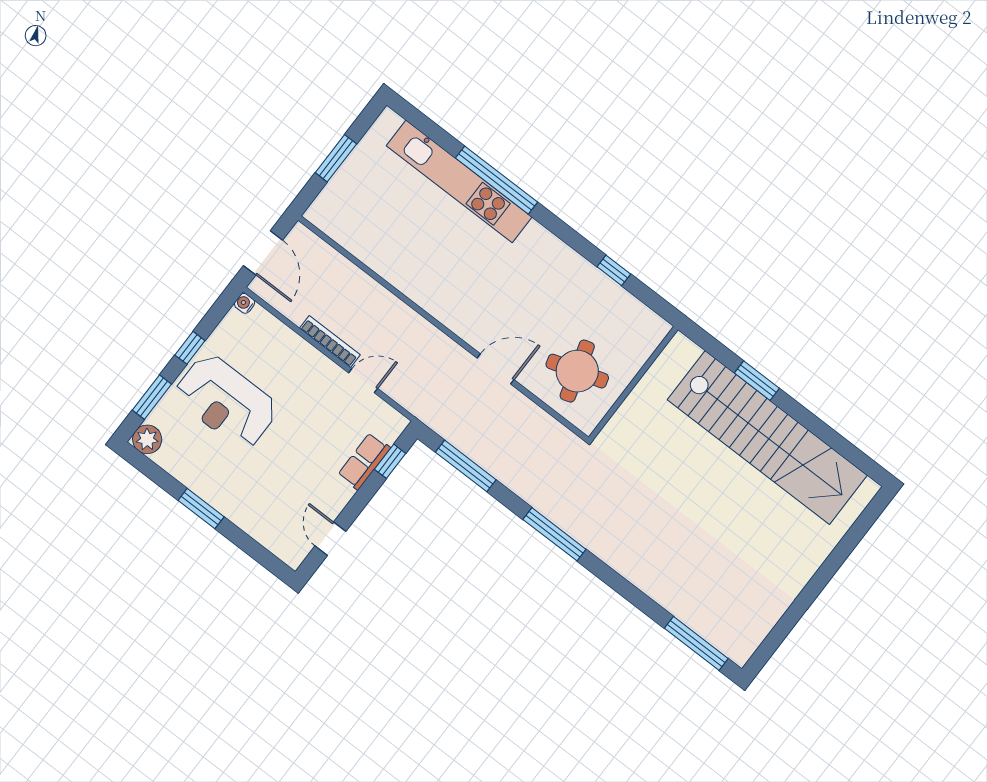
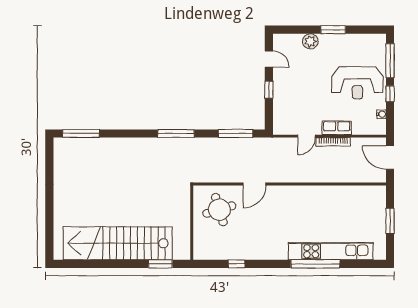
water cooler: (245, 303) -> (381, 114), moved
window: (757, 381) -> (160, 264), moved
window: (152, 397) -> (390, 61), width x1.44
reception desk: (226, 401) -> (357, 83), turned 180
plant: (147, 439) -> (310, 41), moved
row of seats: (364, 461) -> (337, 128), moved, turned -90
window: (390, 461) -> (269, 90), moved

